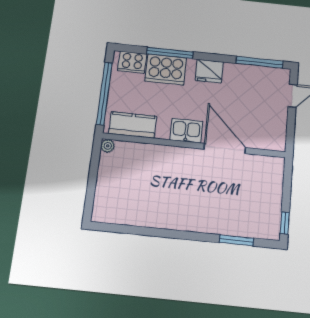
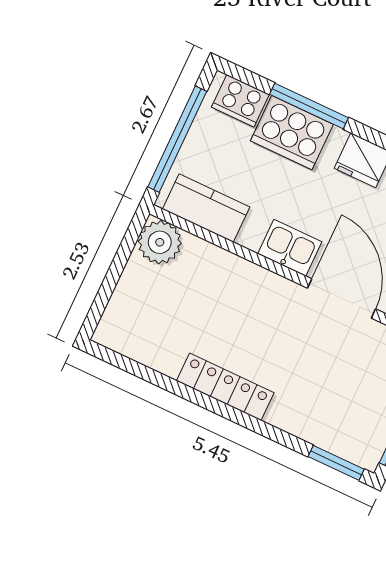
plant: (108, 146) -> (160, 242), width x1.87, depth x1.87
locker: (177, 221) -> (225, 387), added
window: (236, 240) -> (336, 463), moved

